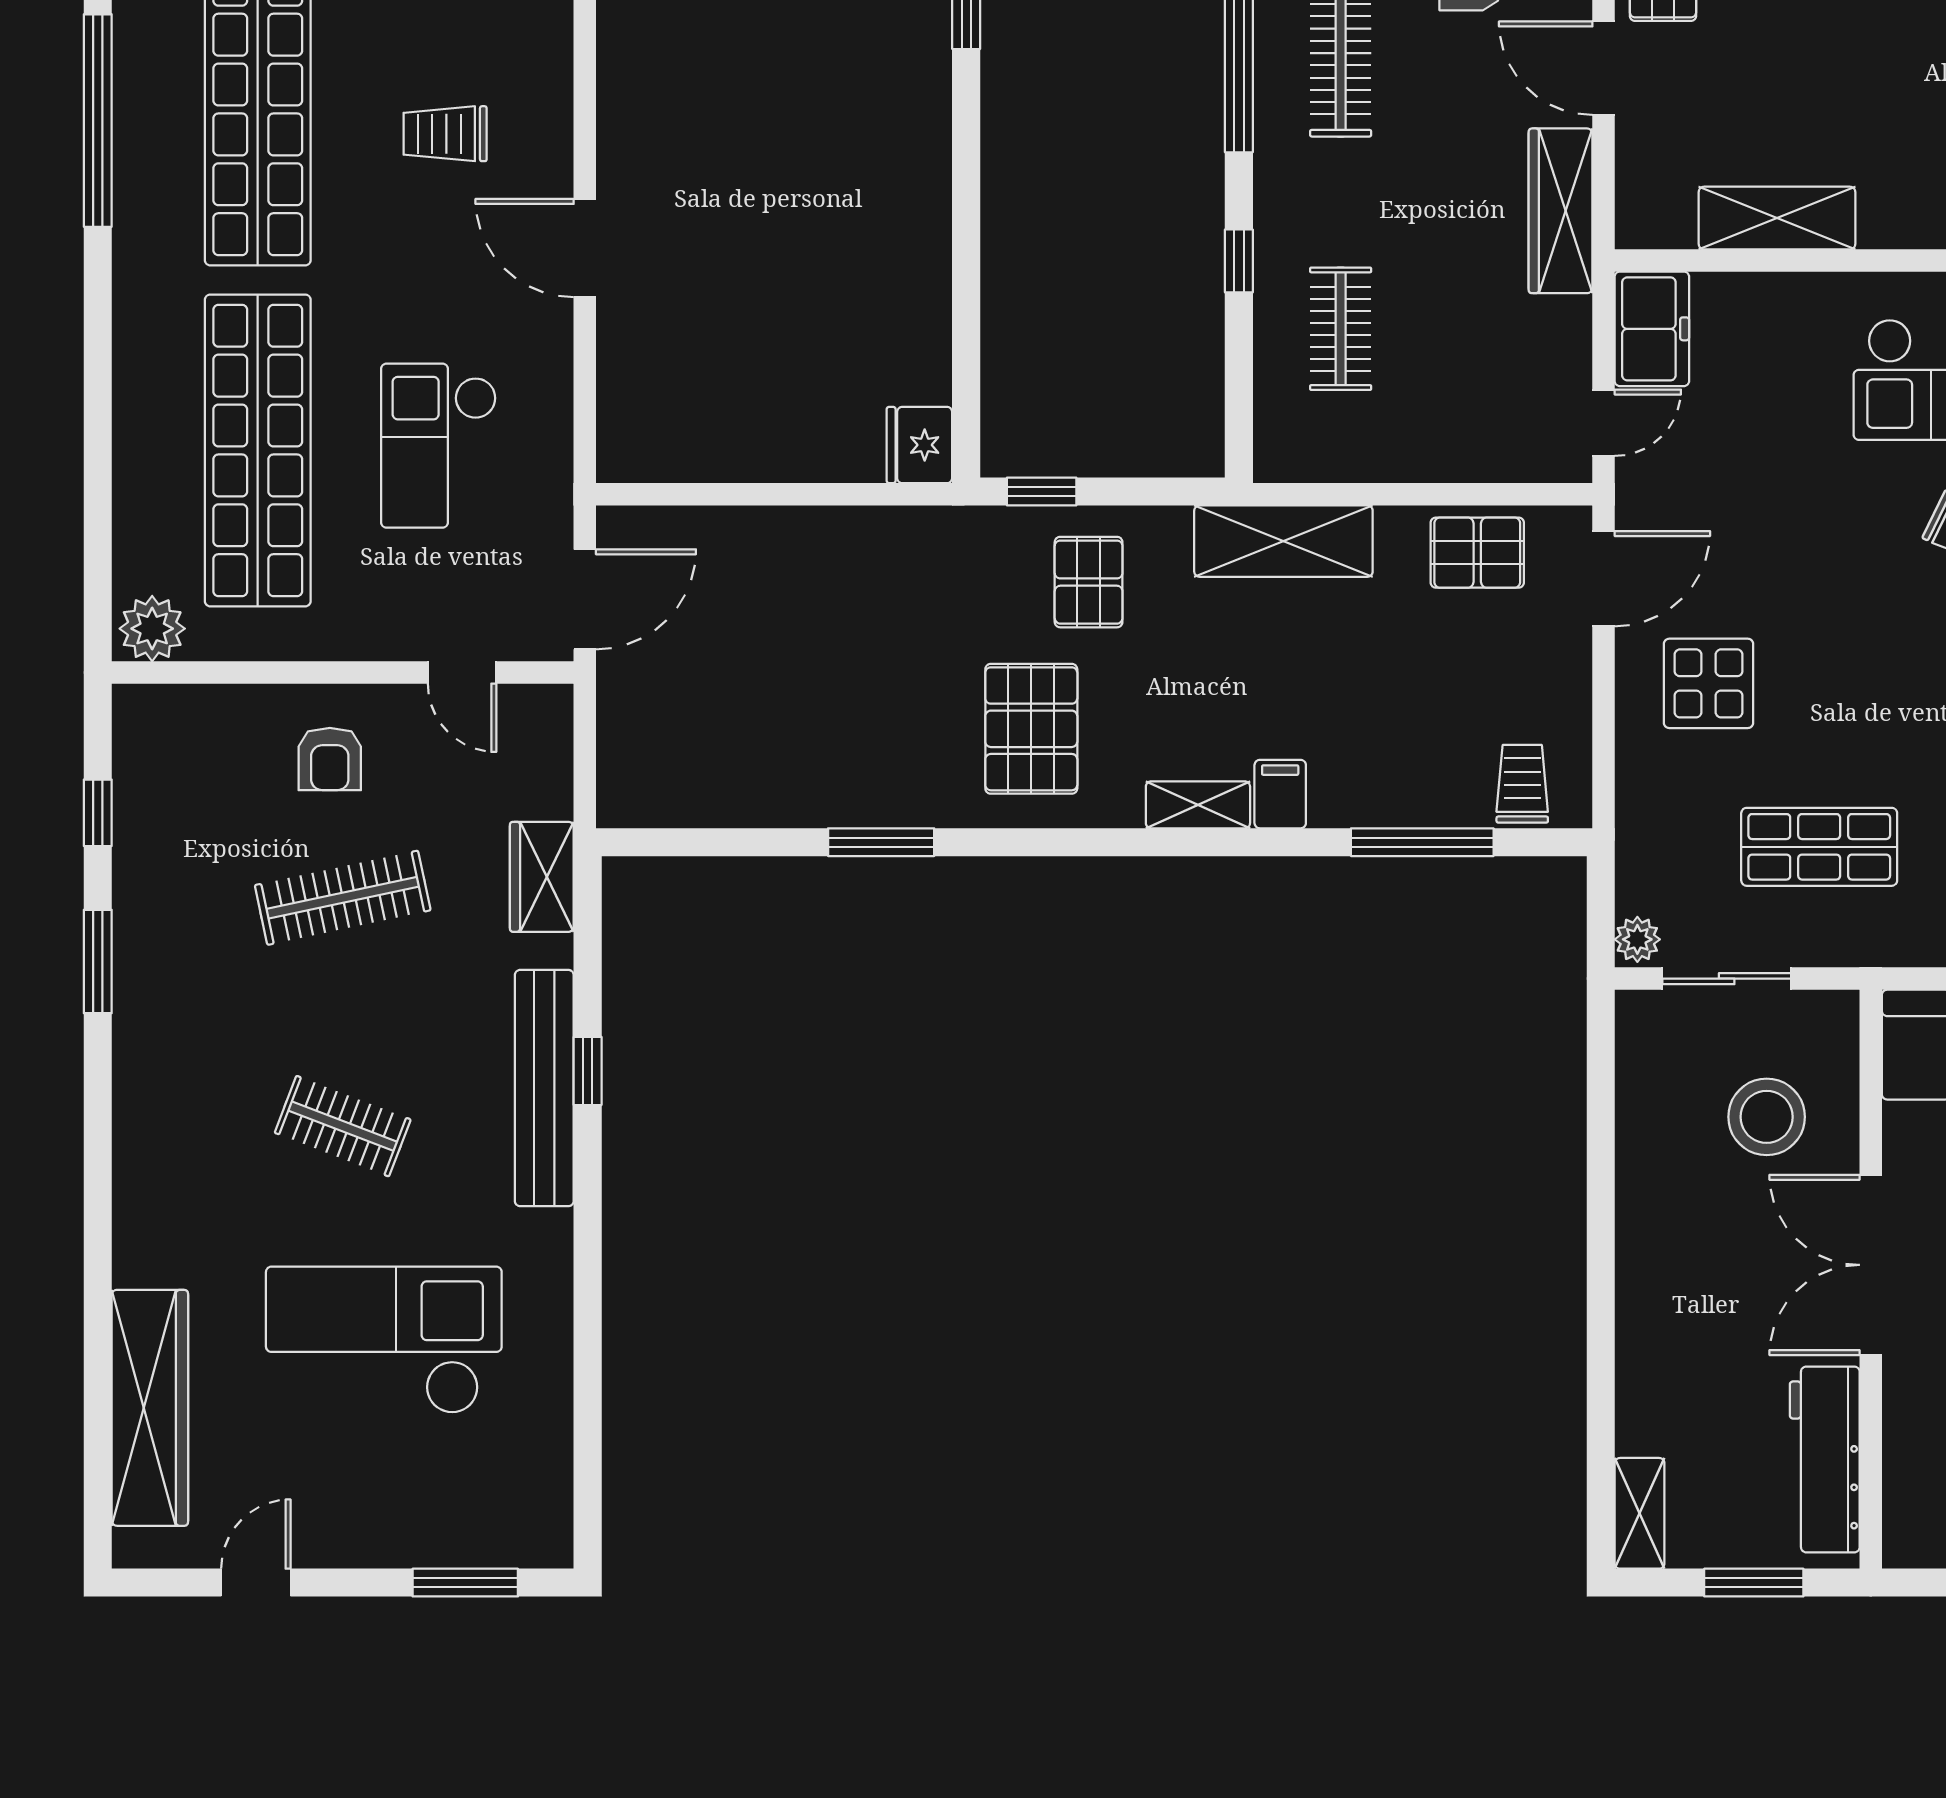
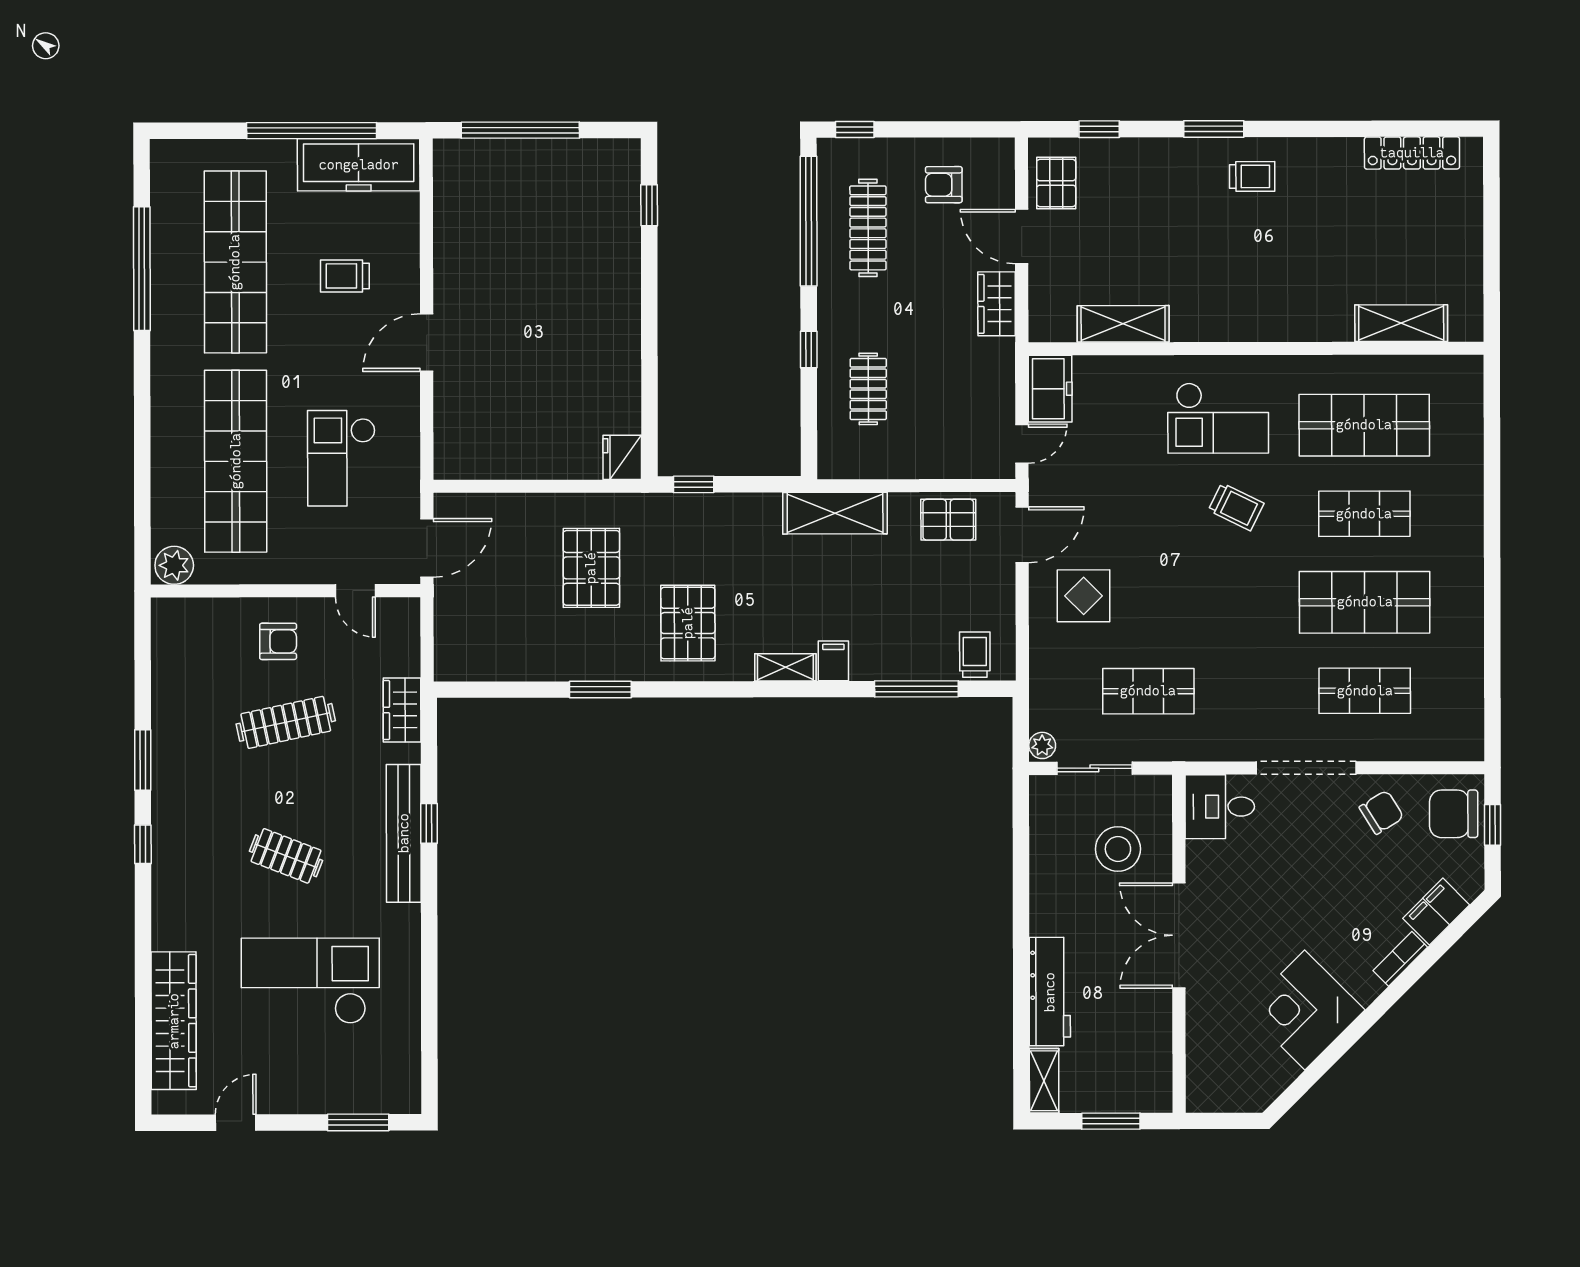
wardrobe: (1561, 211) -> (997, 304), width x0.67
door: (585, 248) -> (427, 343), hinge flipped
pallet: (1089, 582) -> (591, 568), moved, width x1.50, depth x1.42
armchair: (330, 759) -> (278, 641), turned -90
window: (98, 813) -> (143, 844), moved
workbench: (1825, 1459) -> (1050, 992), moved, turned 180

